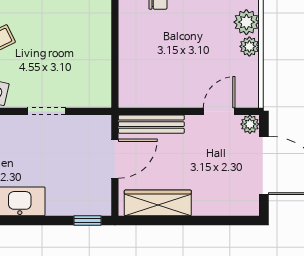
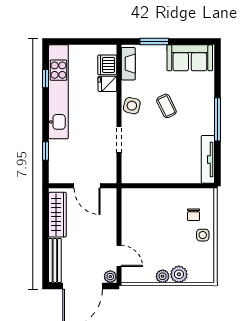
bench: (151, 124) -> (55, 260), moved
window: (87, 220) -> (46, 151), moved

